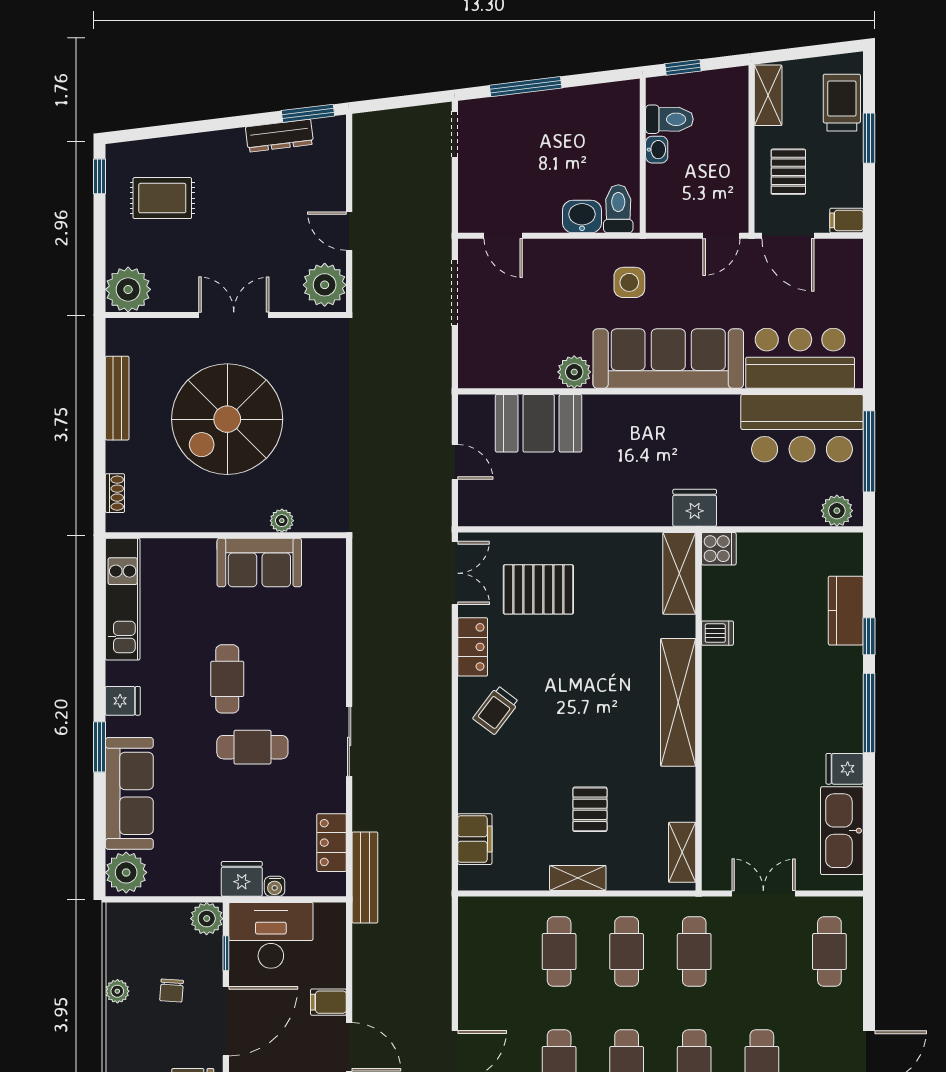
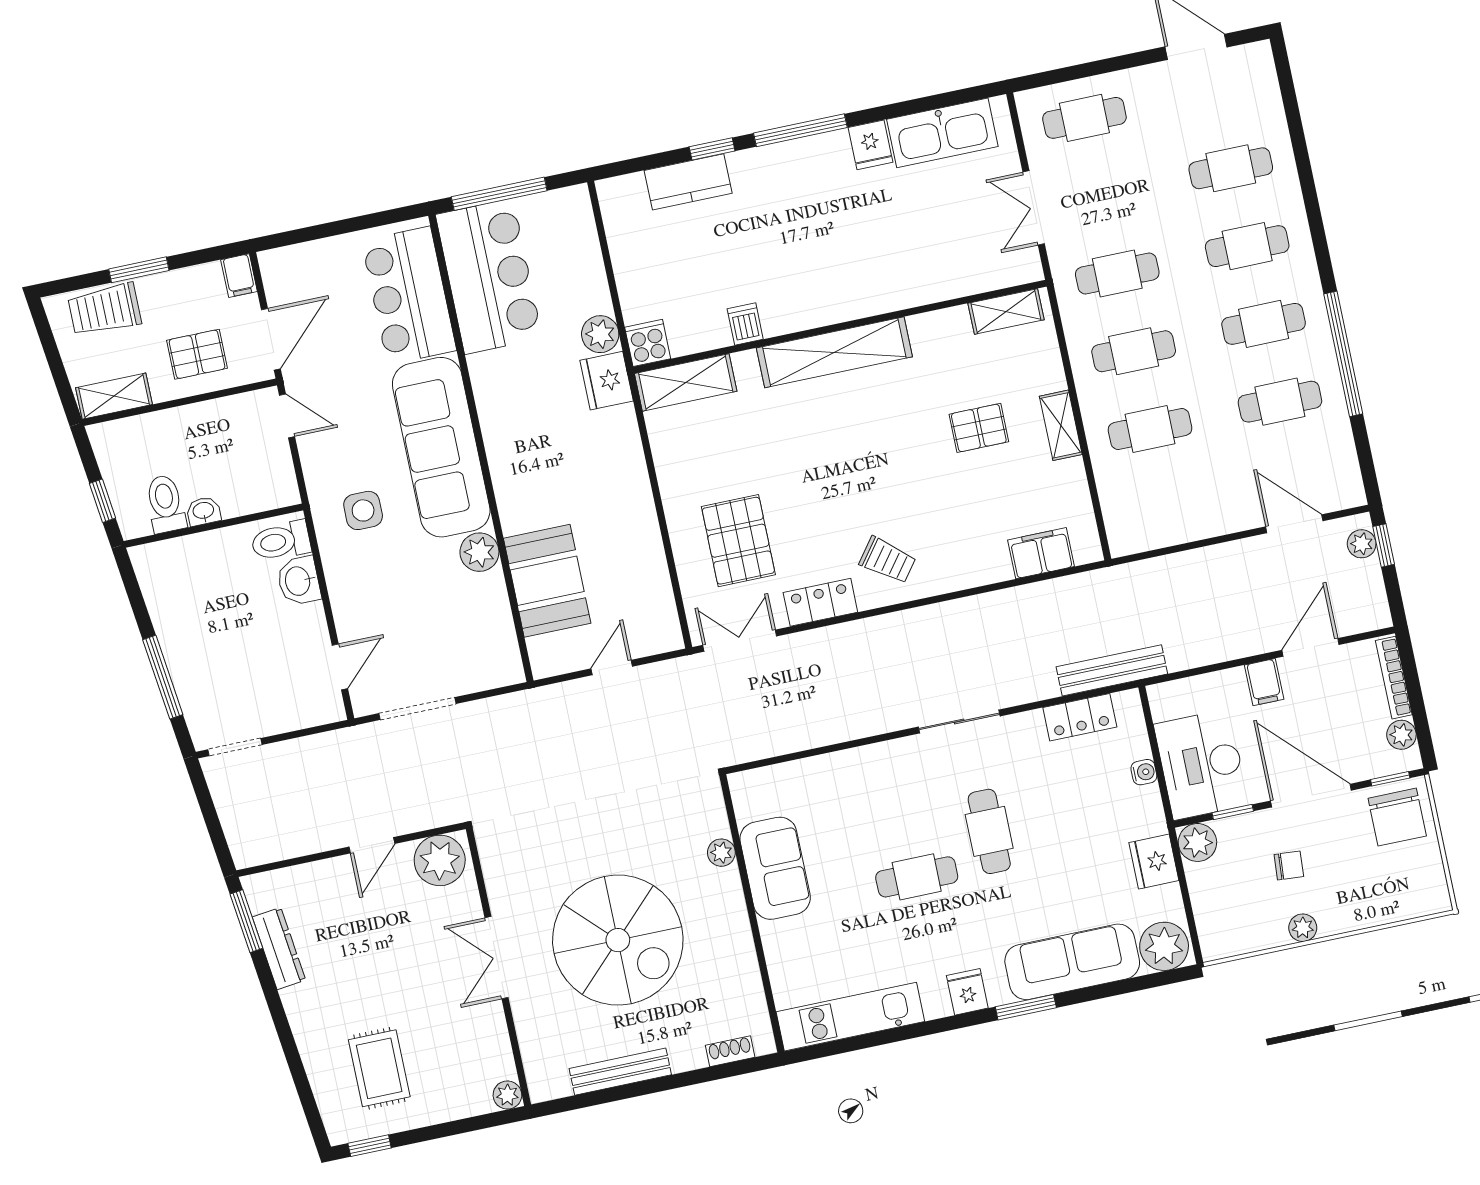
plant: (128, 289) -> (507, 1095), width x0.53, depth x0.53
plant: (837, 511) -> (600, 334), moved
fridge: (242, 879) -> (1154, 862), moved

